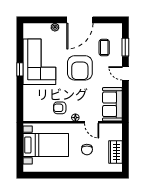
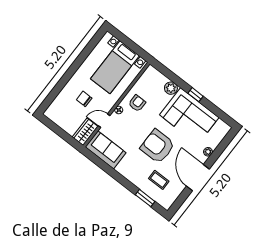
door: (125, 73) -> (123, 181), removed
plant: (29, 91) -> (171, 88), added
wardrobe: (116, 152) -> (85, 132), moved, turned -90

